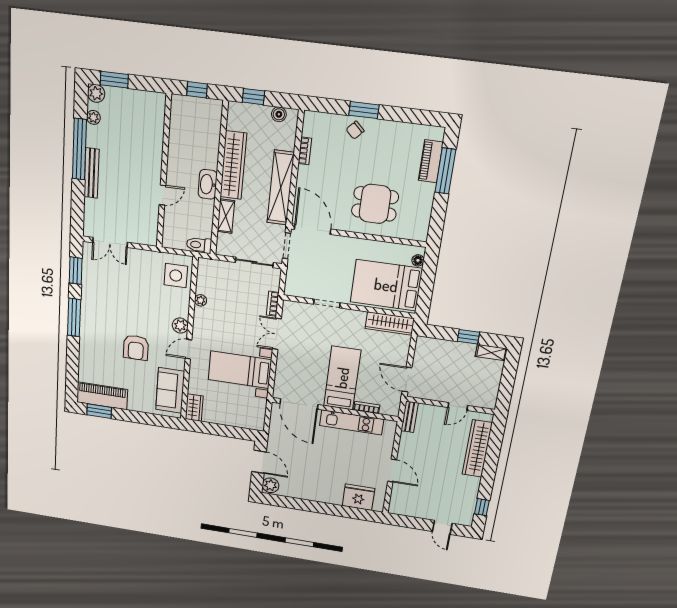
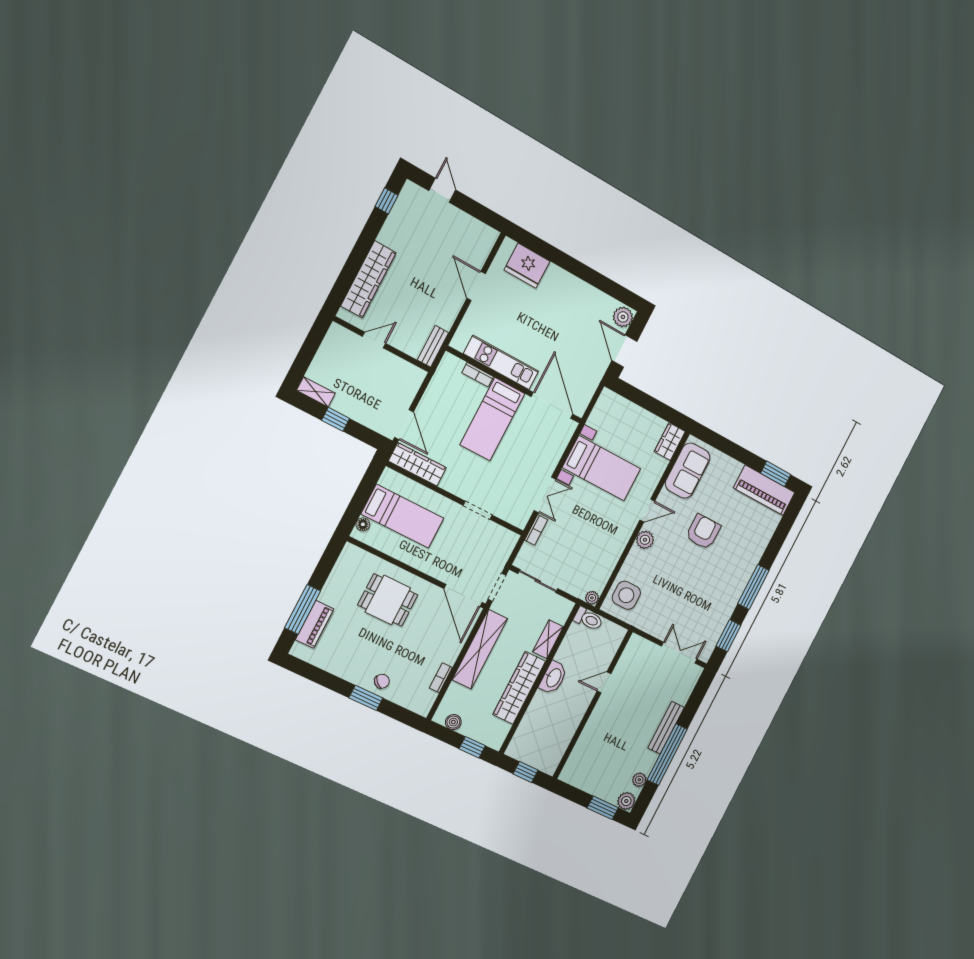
bed: (386, 285) -> (403, 516), width x0.67
plant: (201, 300) -> (592, 598), moved
door: (407, 380) -> (404, 425), moved

